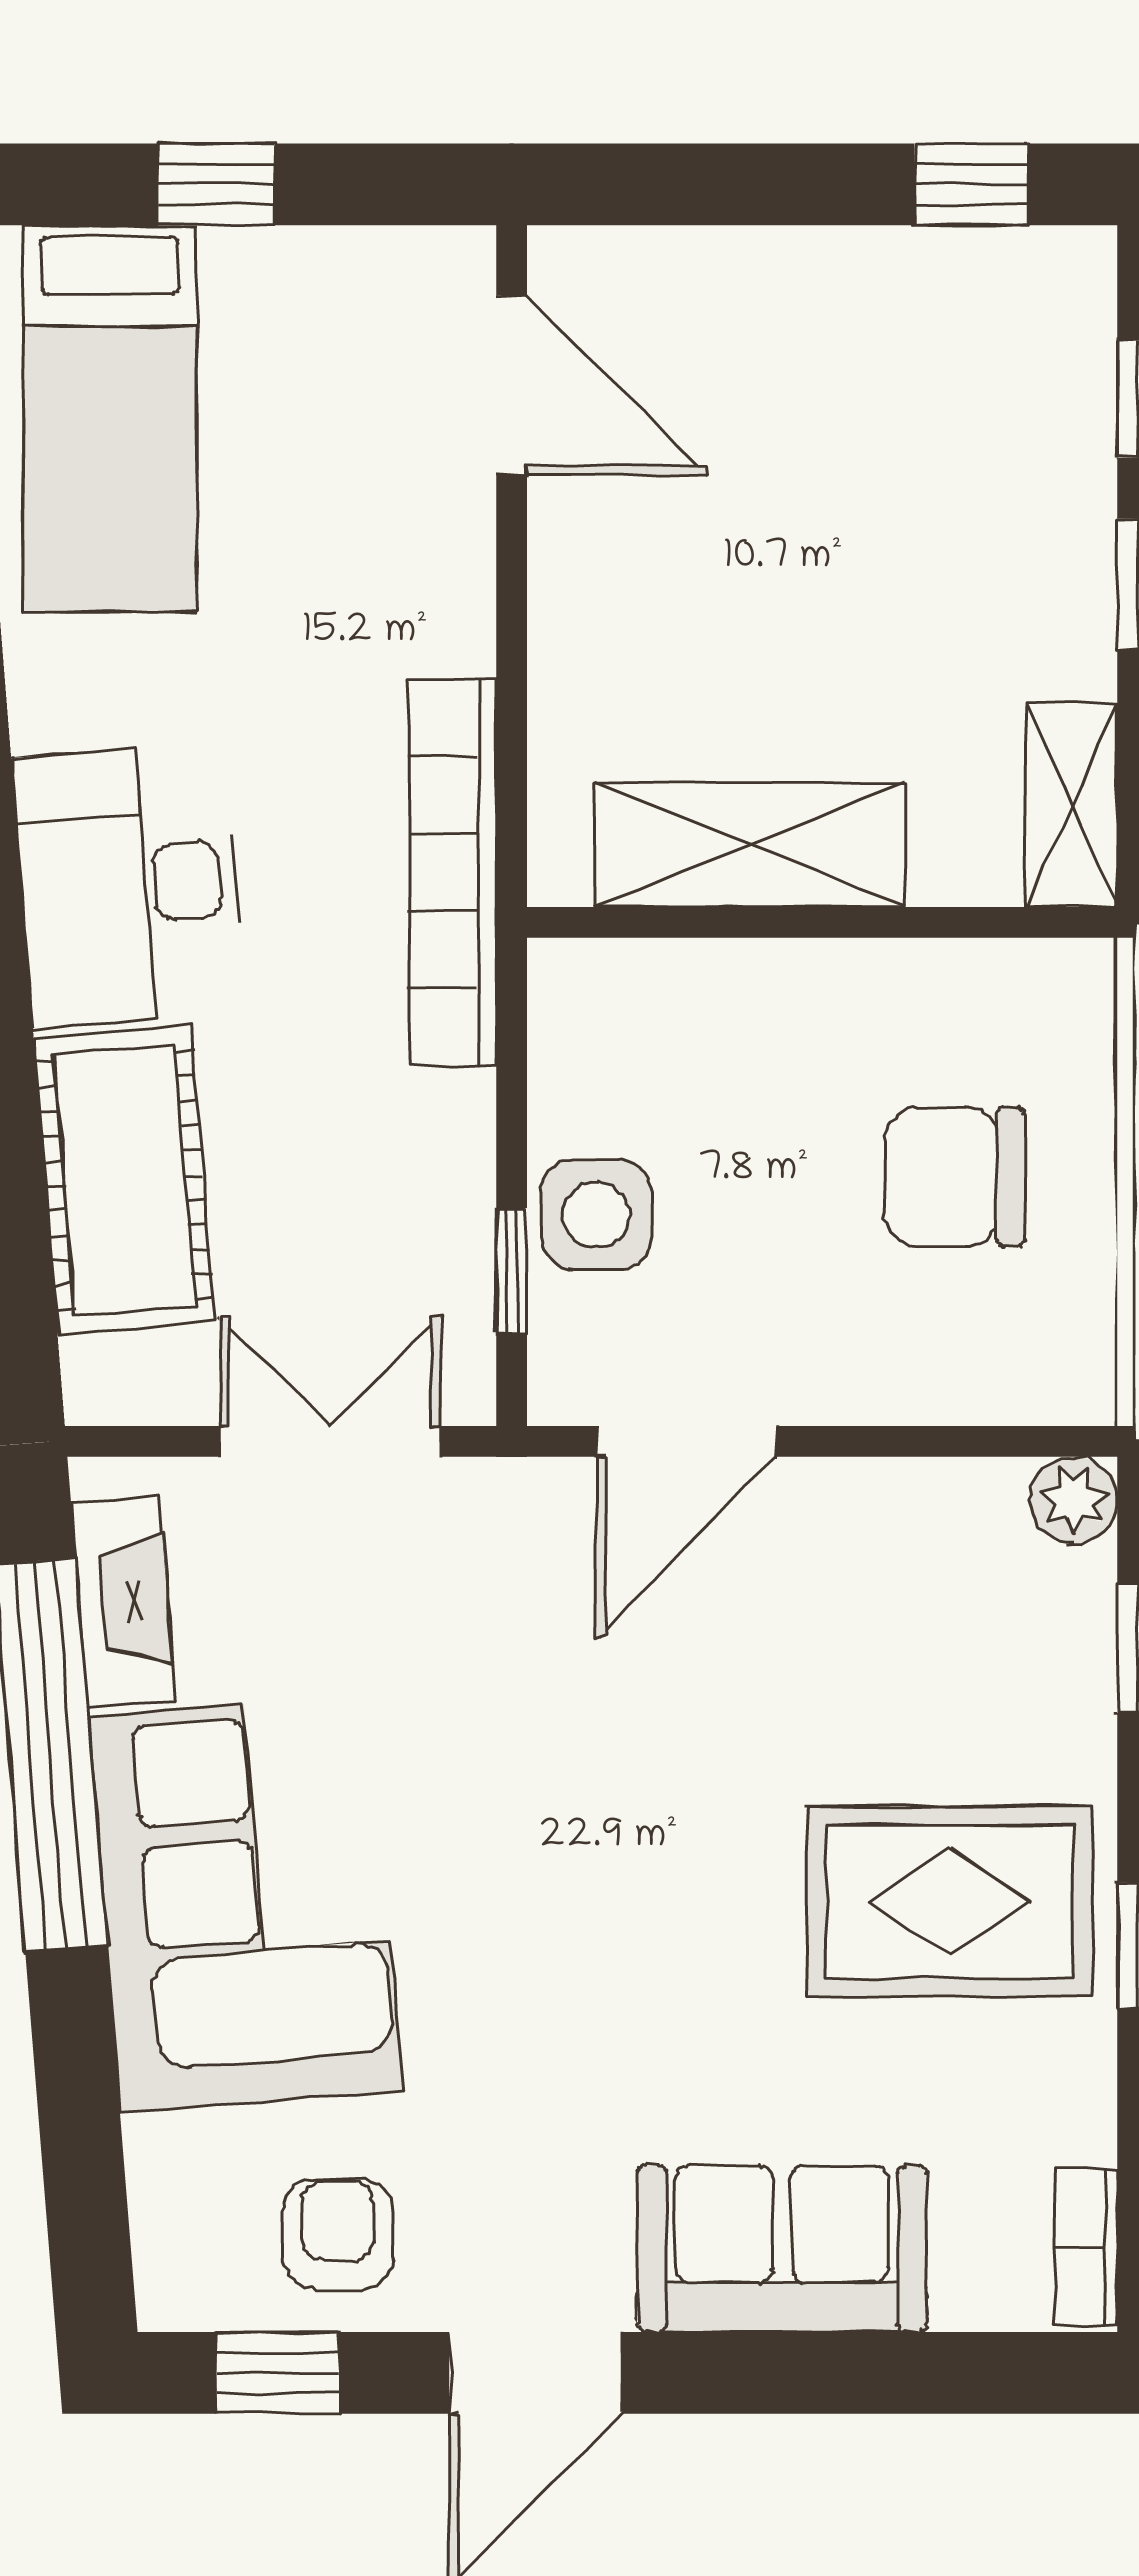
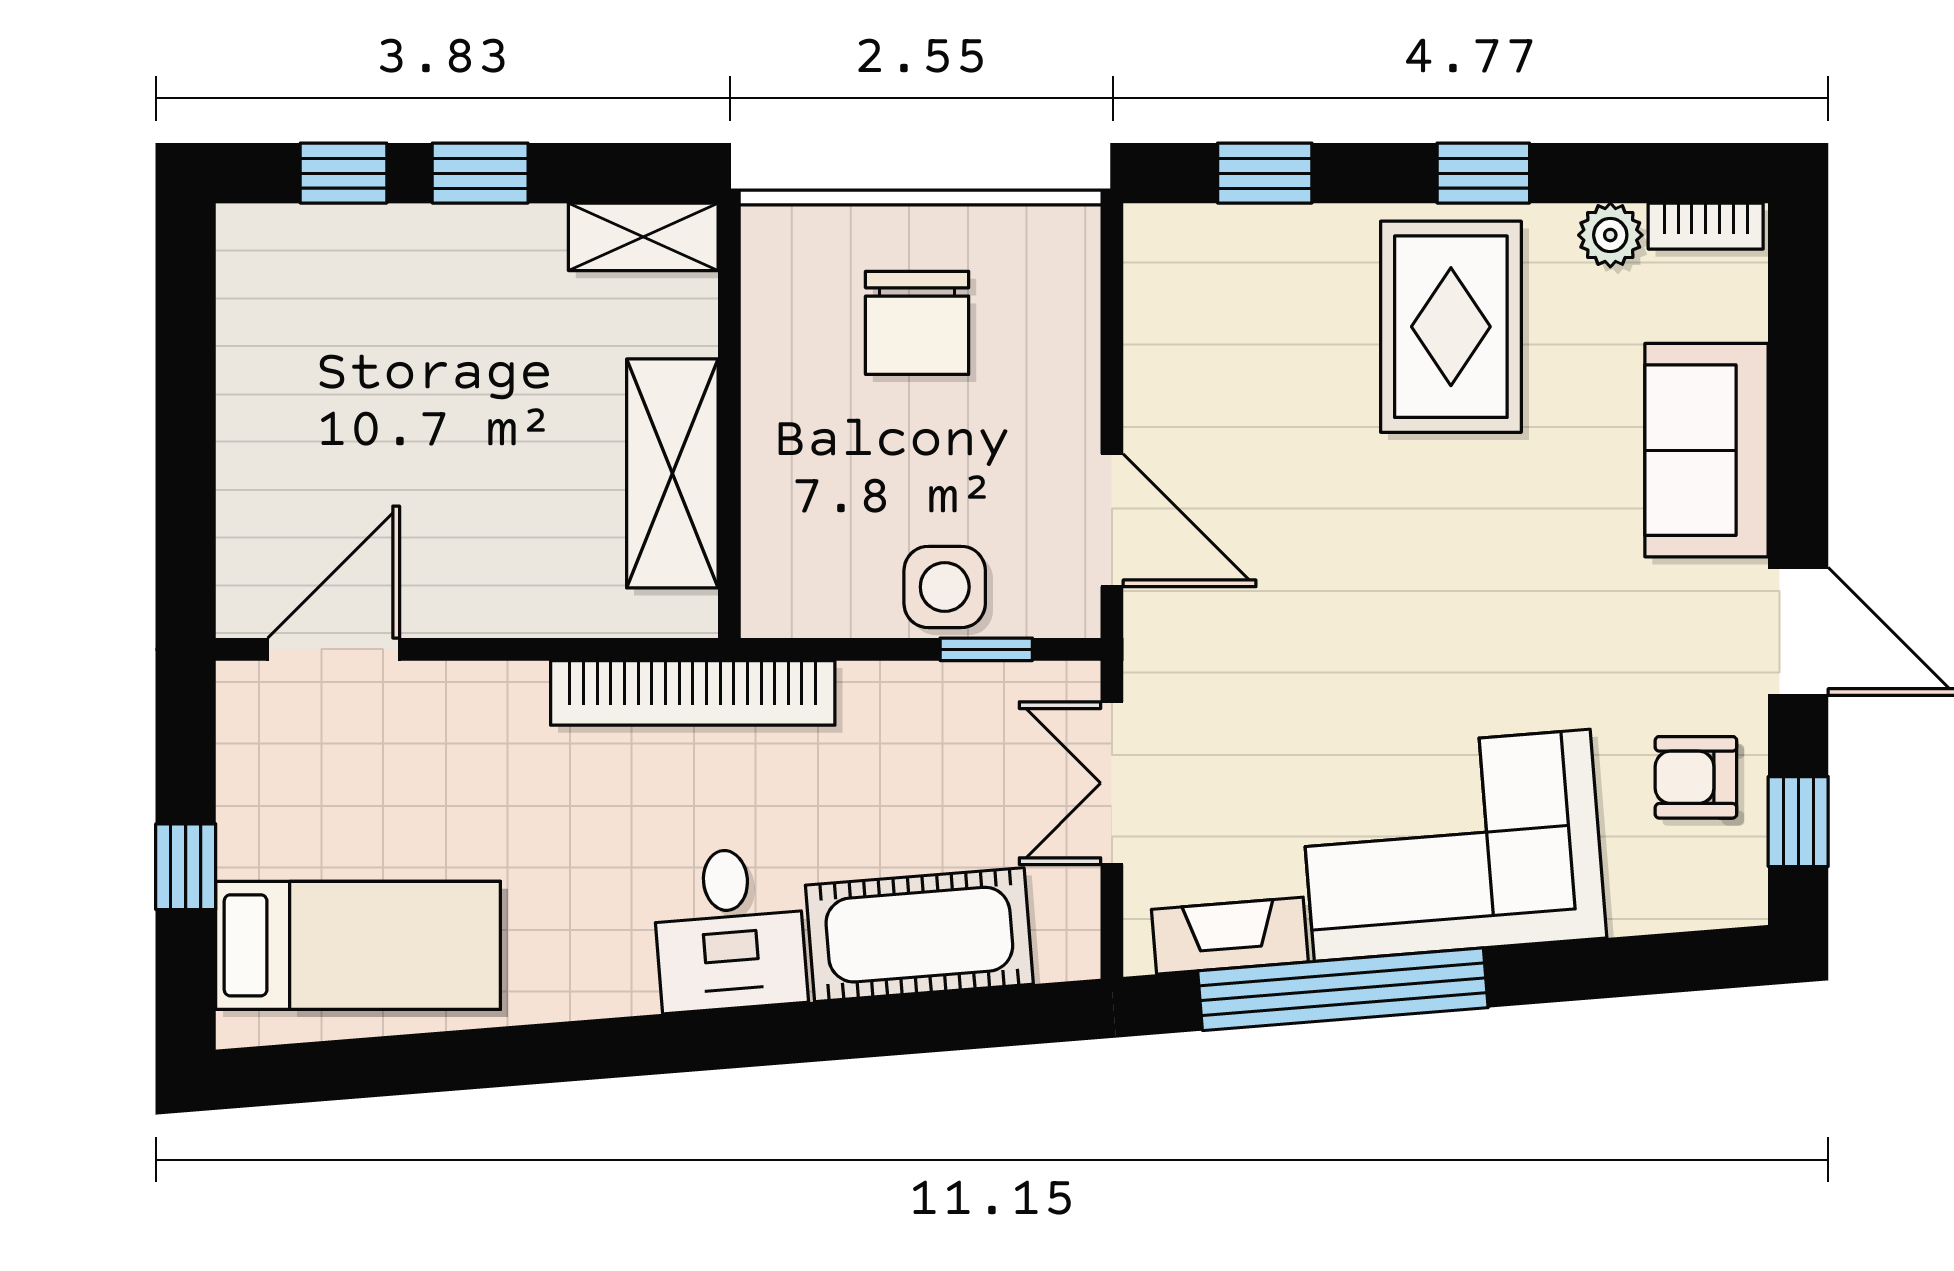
window: (971, 184) -> (186, 311), removed
desk: (129, 885) -> (729, 929), width x0.73
plant: (1074, 1500) -> (1610, 235), moved

